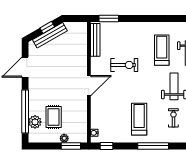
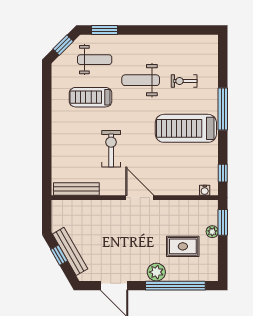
window: (109, 18) -> (47, 170), removed
treadmill: (139, 119) -> (186, 128), width x1.37, depth x1.38
plant: (35, 122) -> (156, 272), moved

